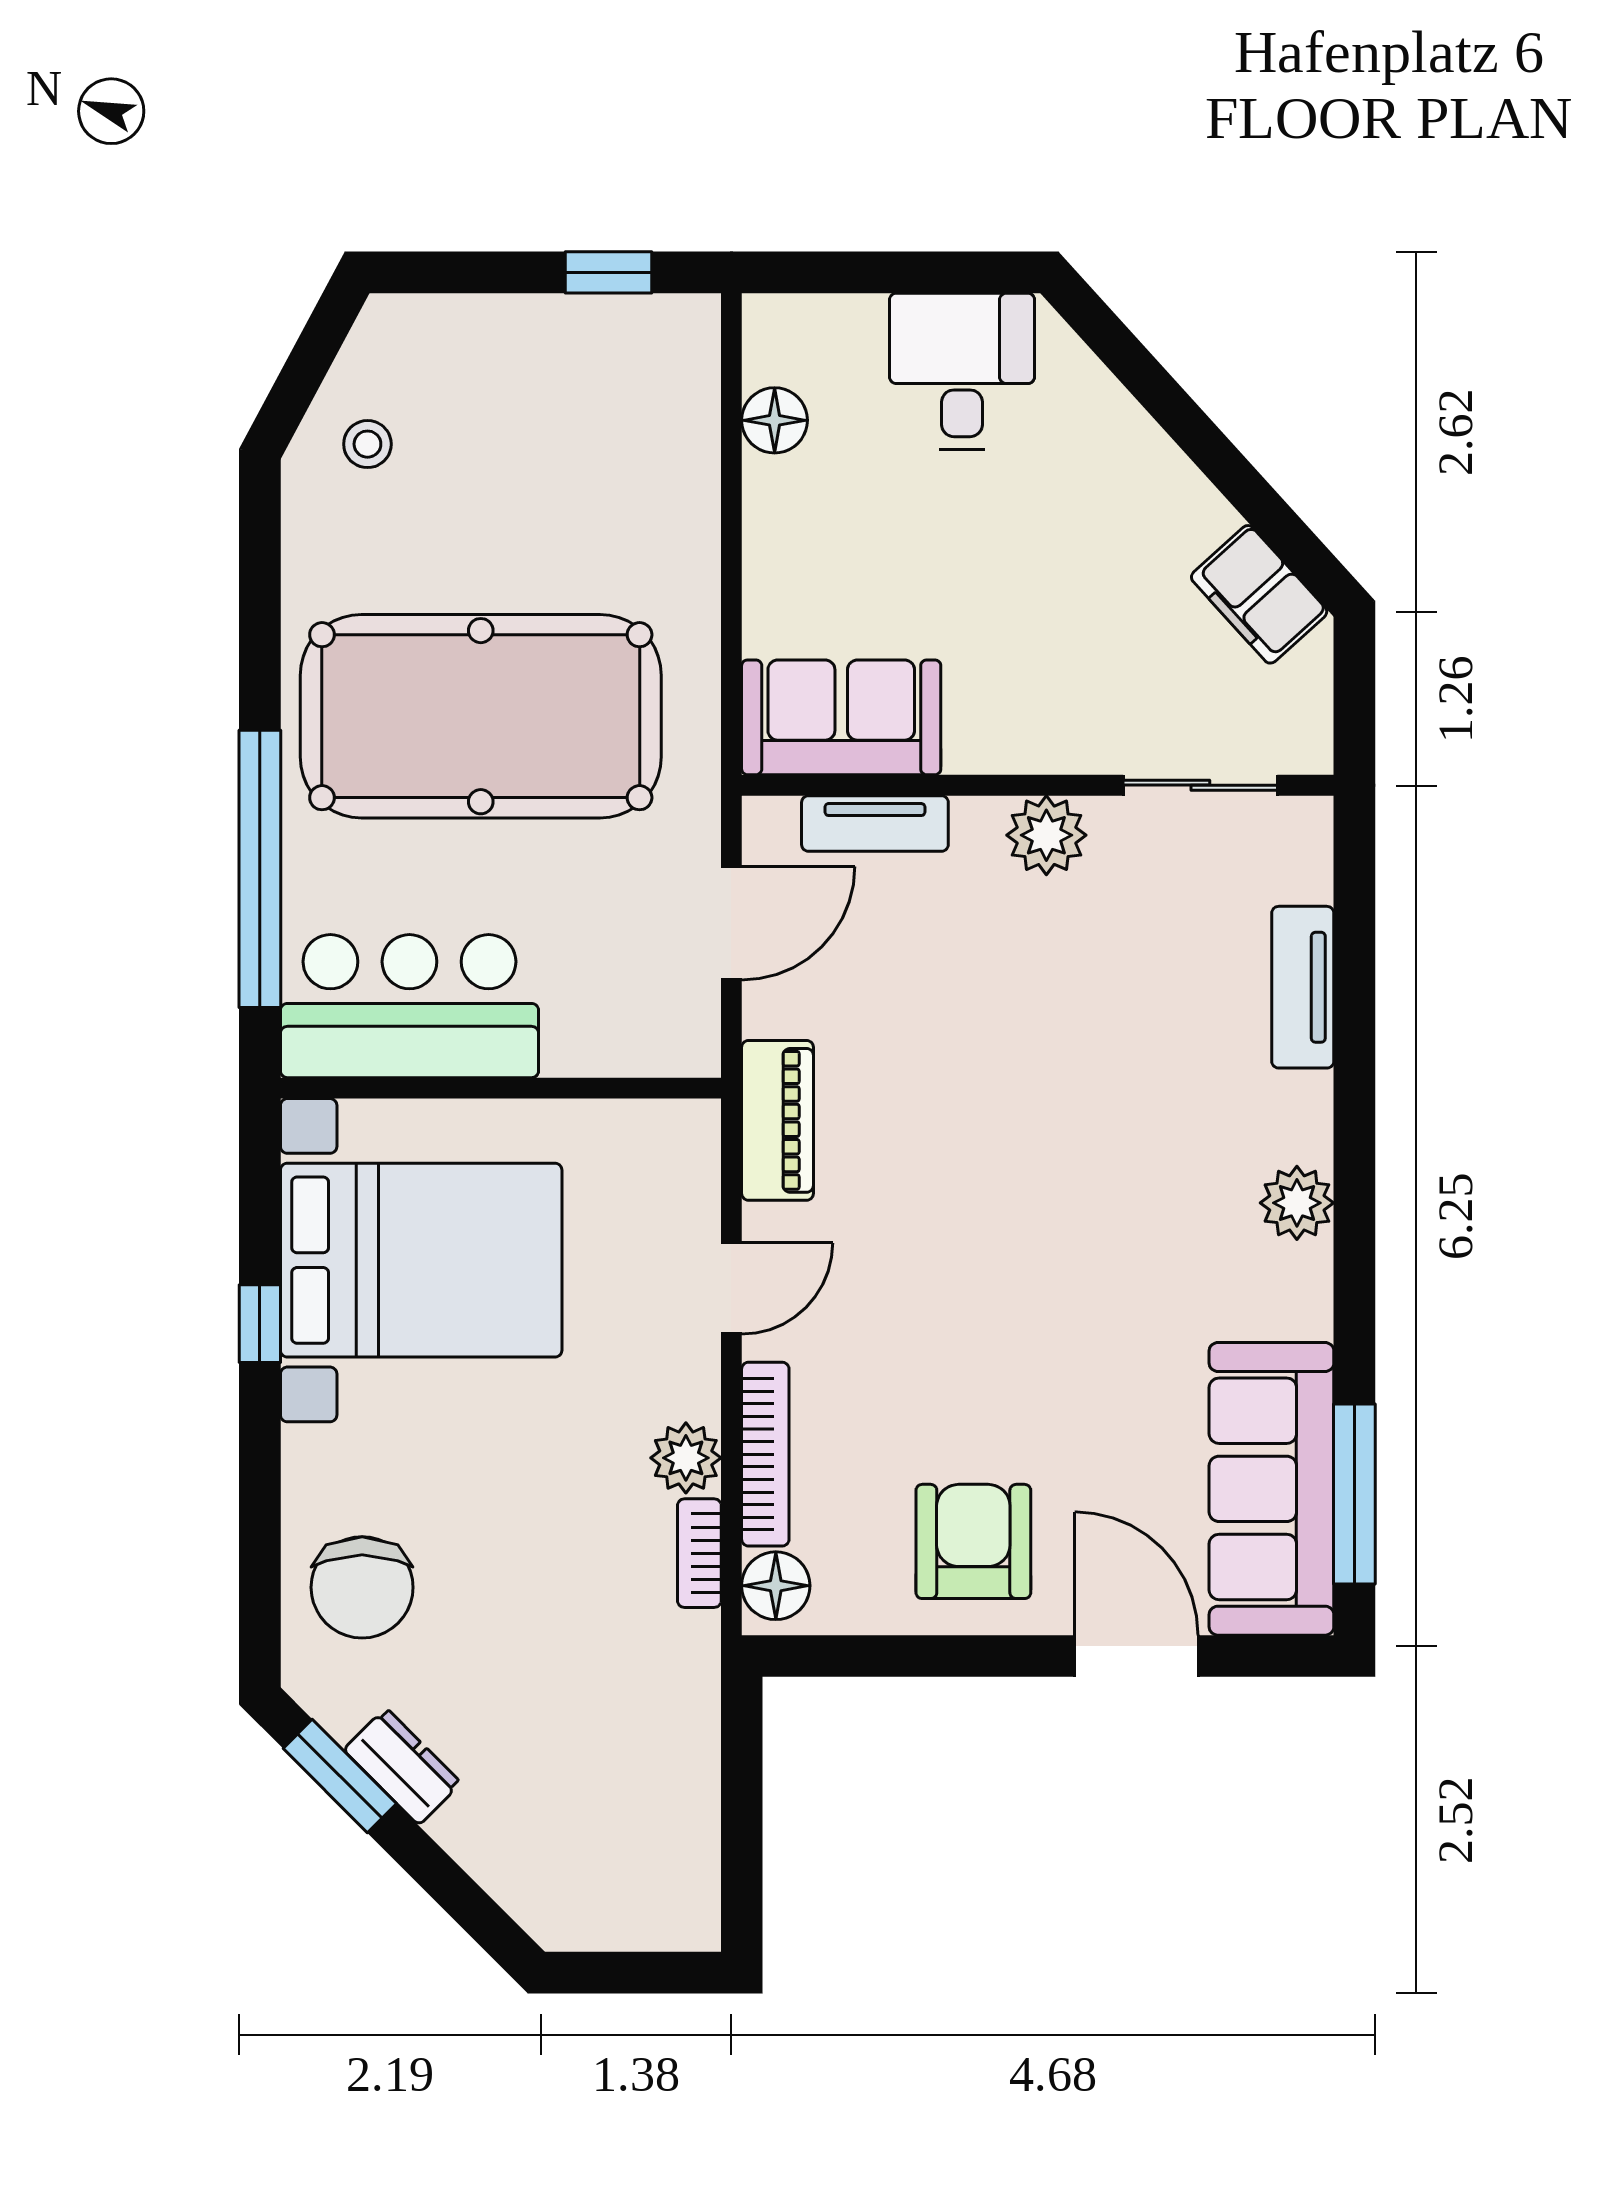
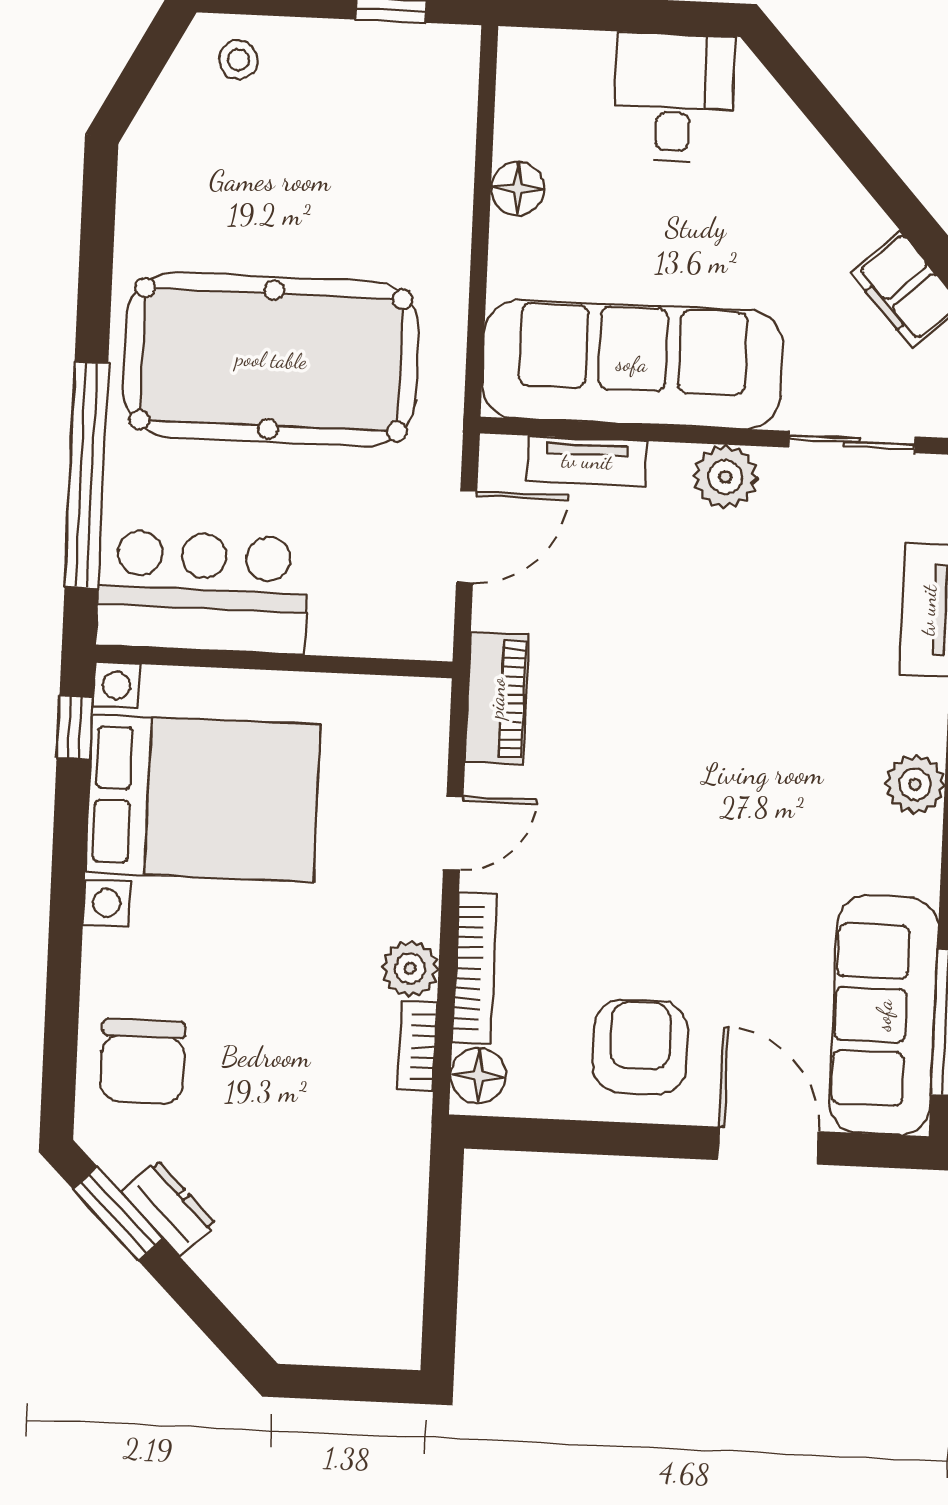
floor lamp: (775, 420) -> (518, 188), moved
stool: (367, 444) -> (238, 60), moved
sofa: (841, 717) -> (632, 364), width x1.85, depth x1.27
window: (260, 1324) -> (75, 727), moved

